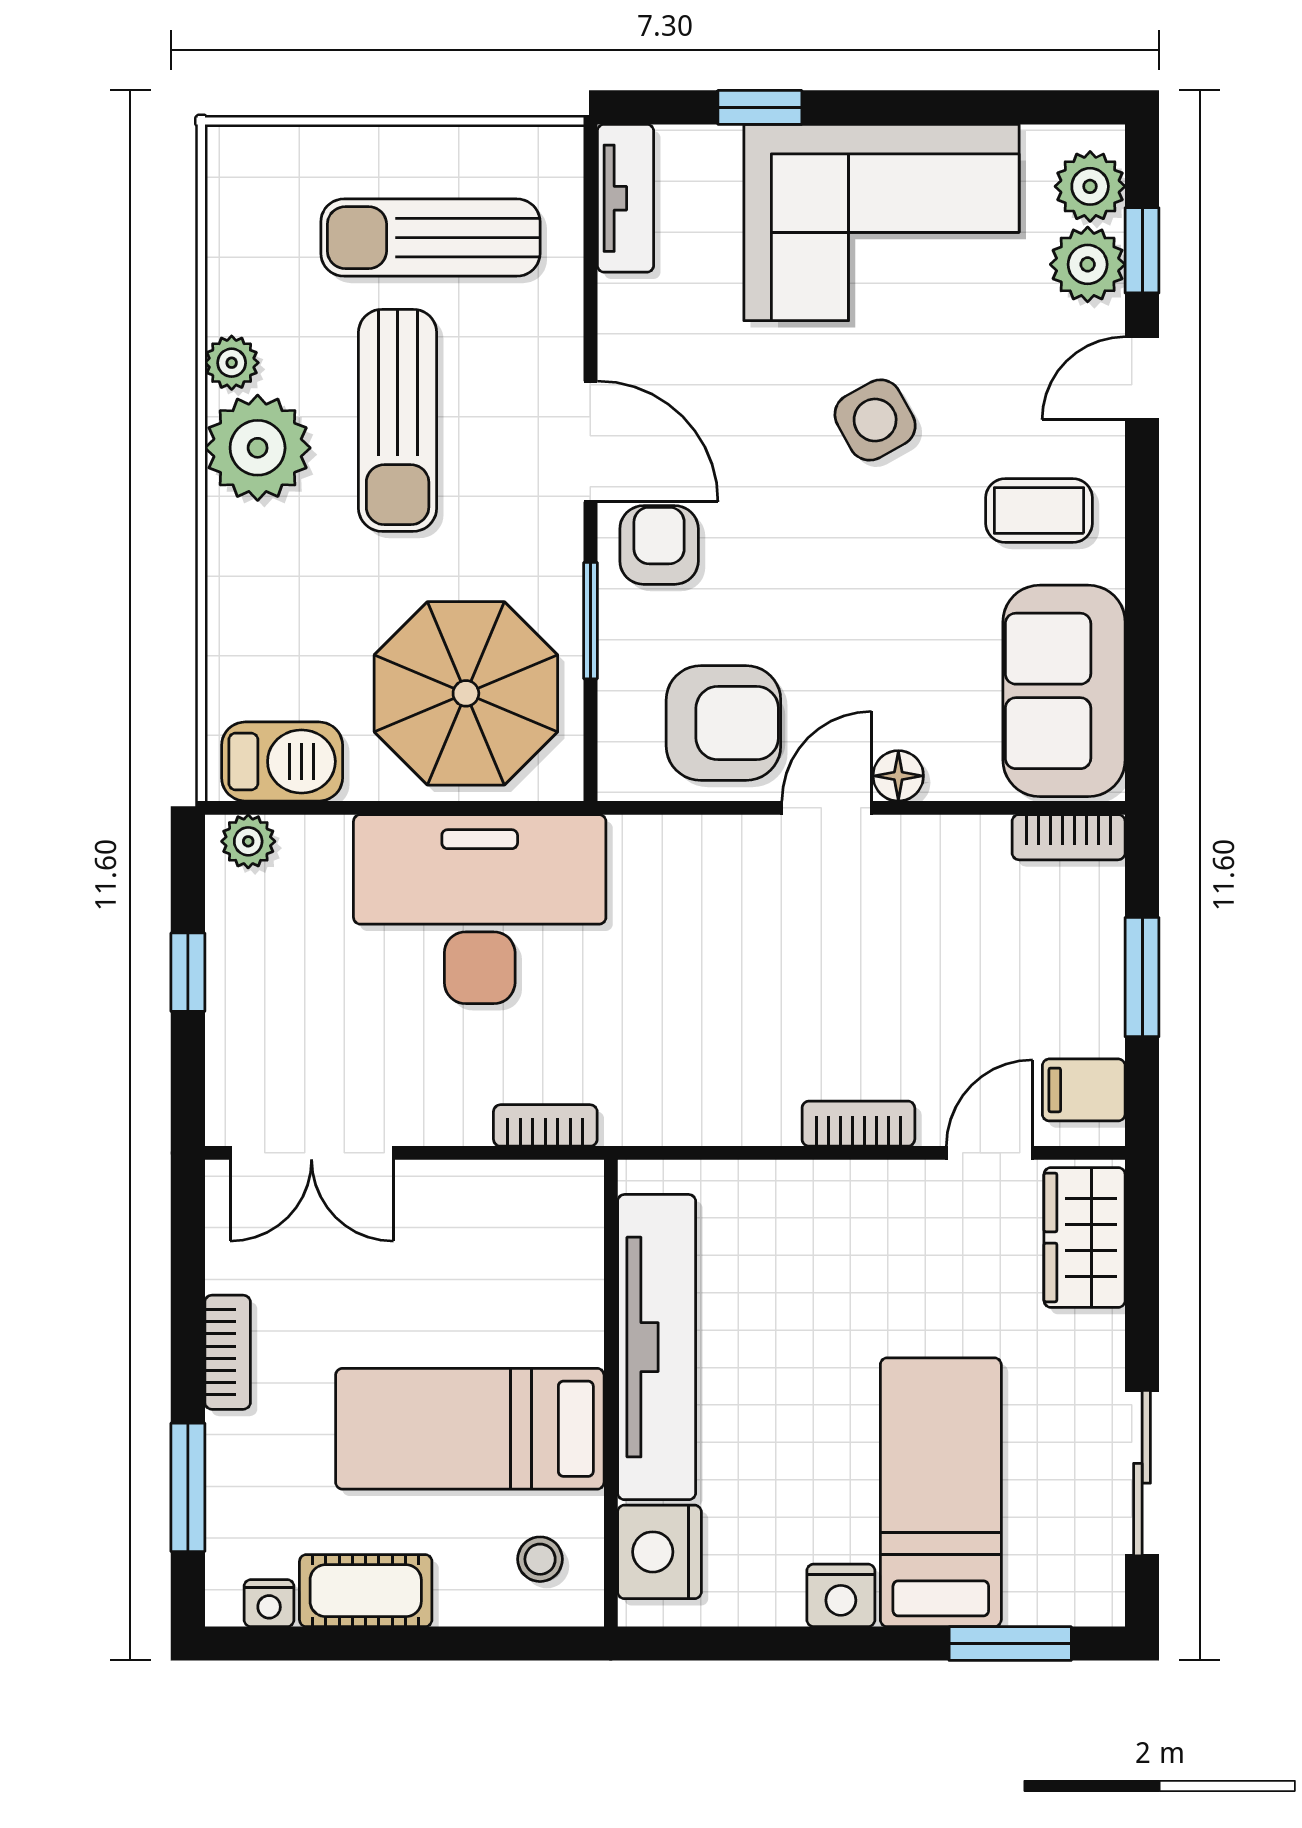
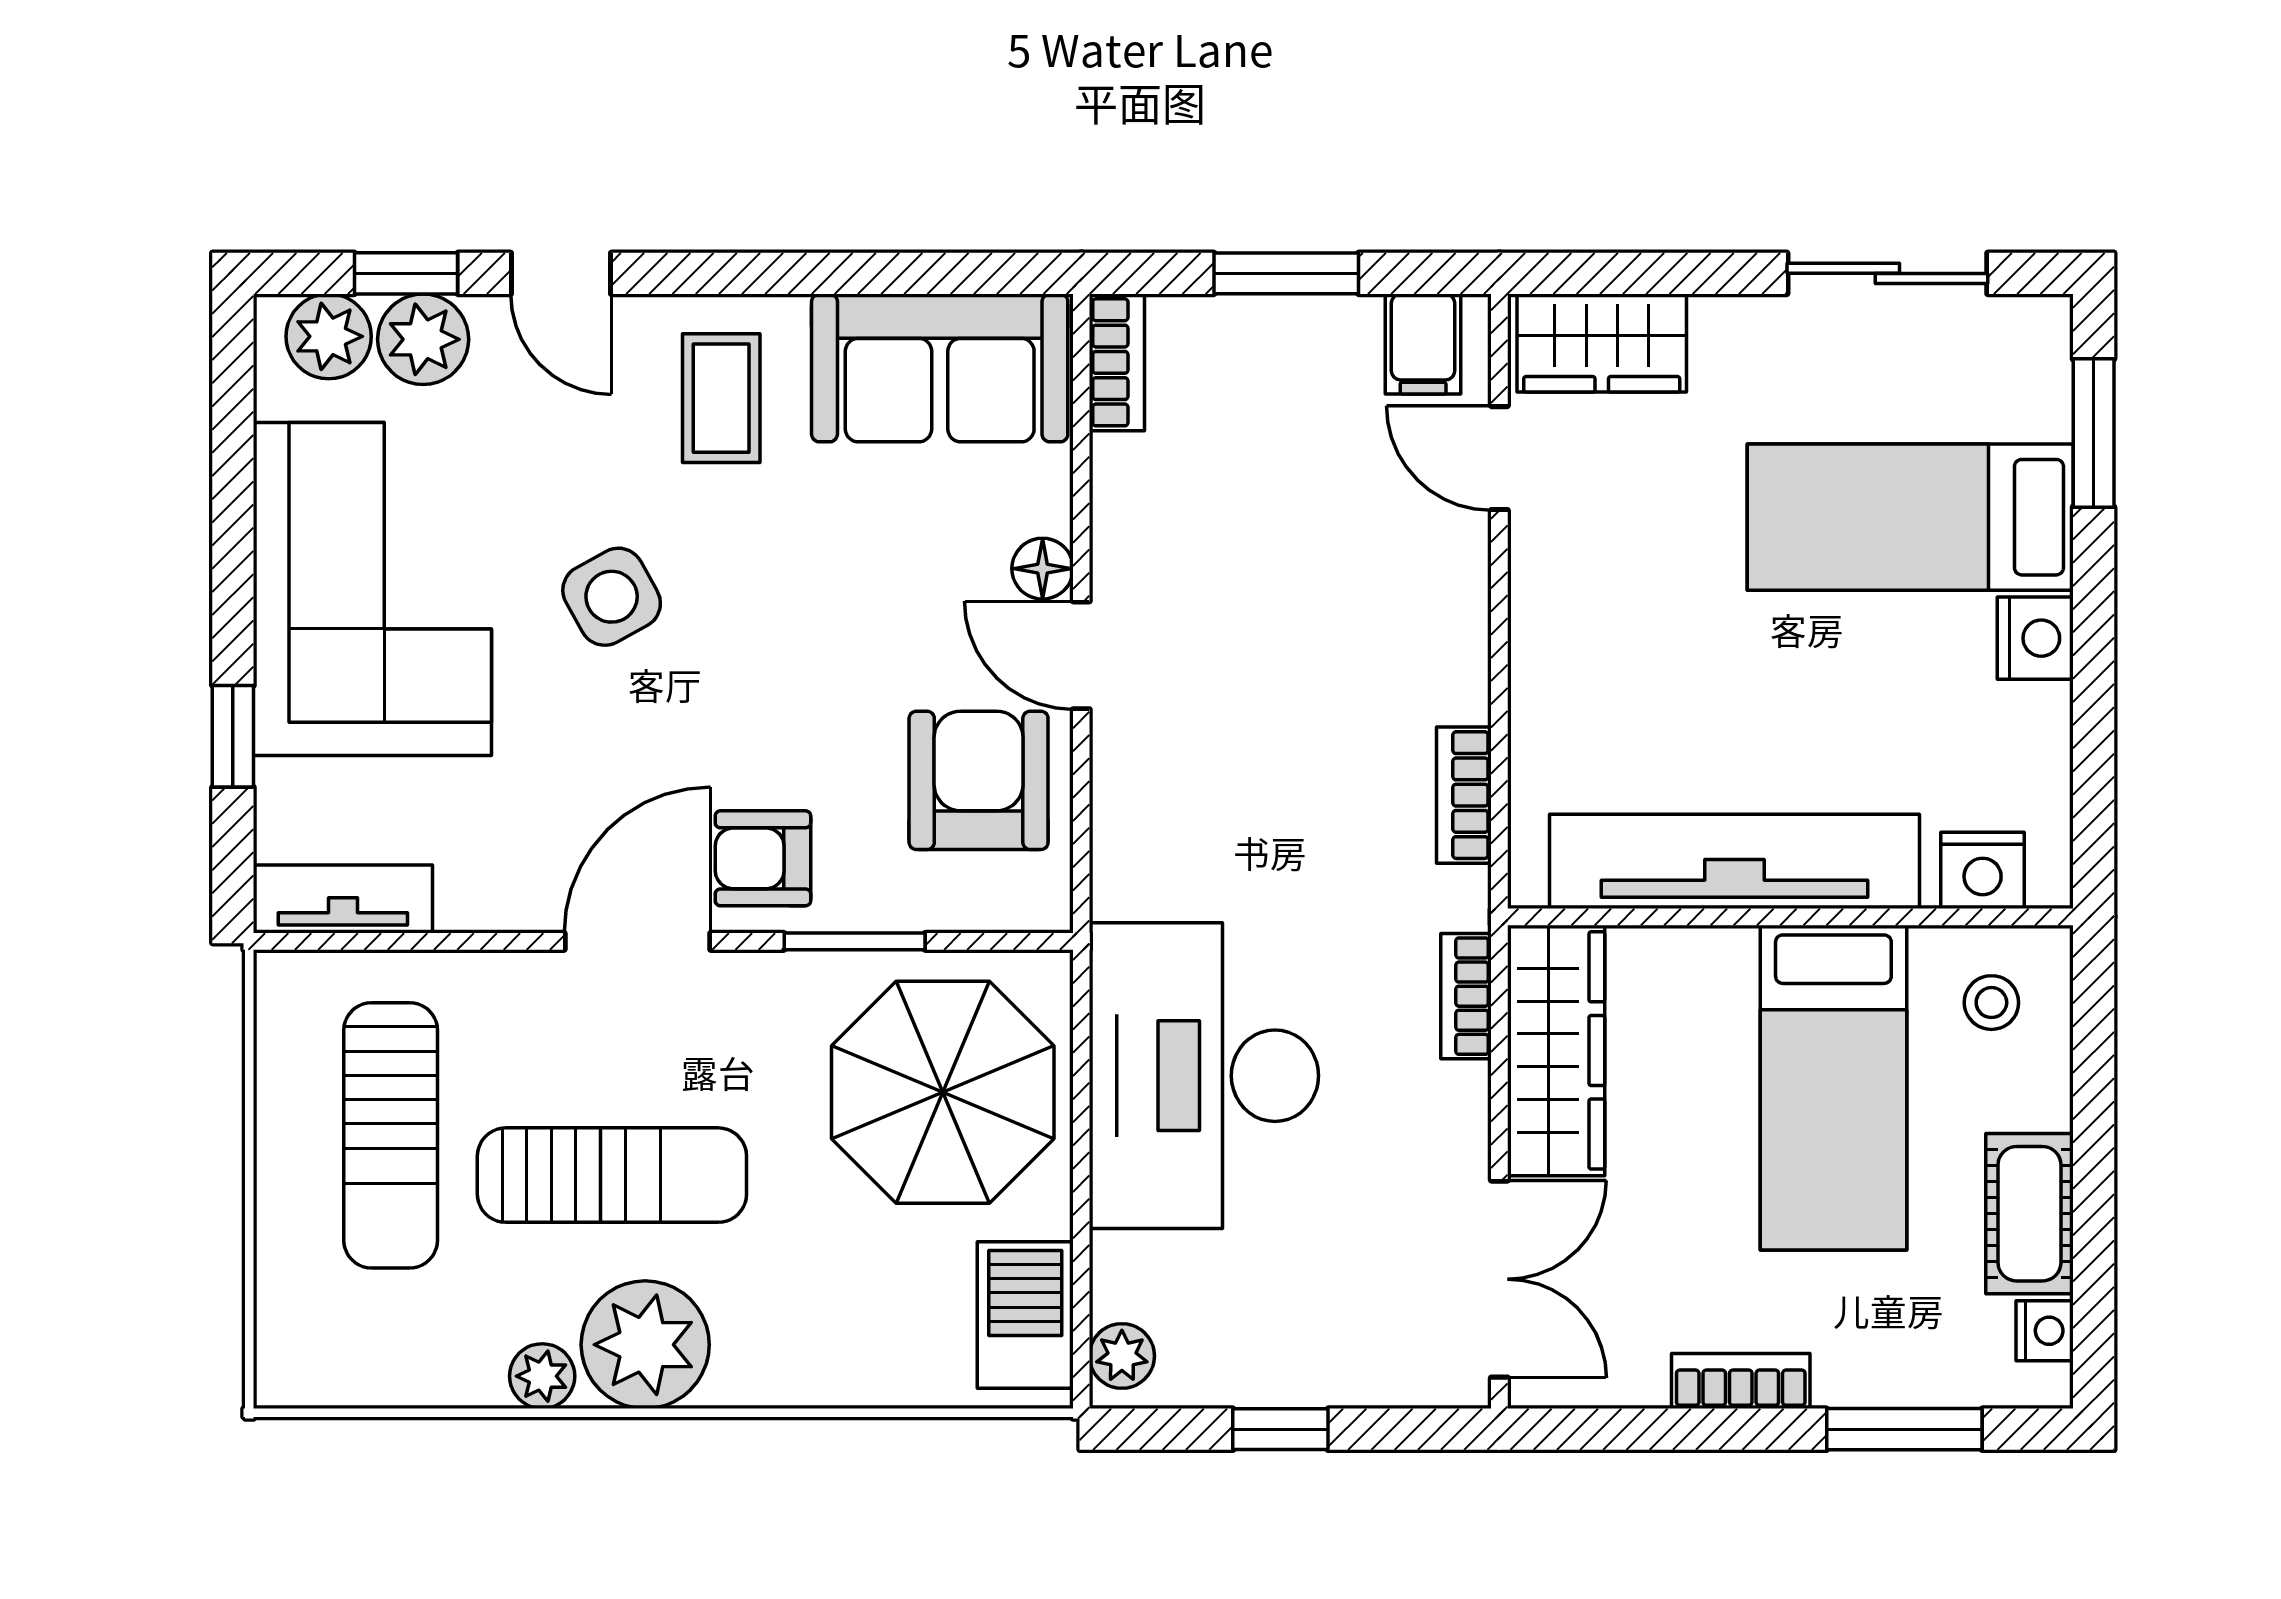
bookcase: (858, 1124) -> (1464, 795), moved
wardrobe: (500, 1200) -> (1556, 1050), added
nightstand: (659, 1552) -> (1983, 870), width x0.74, depth x0.75

